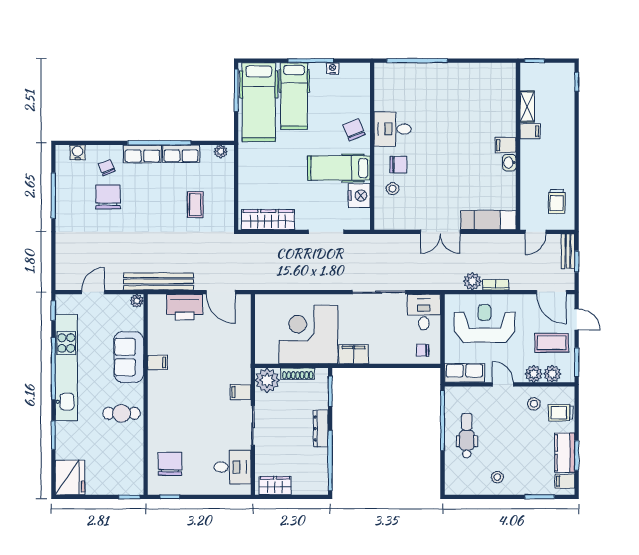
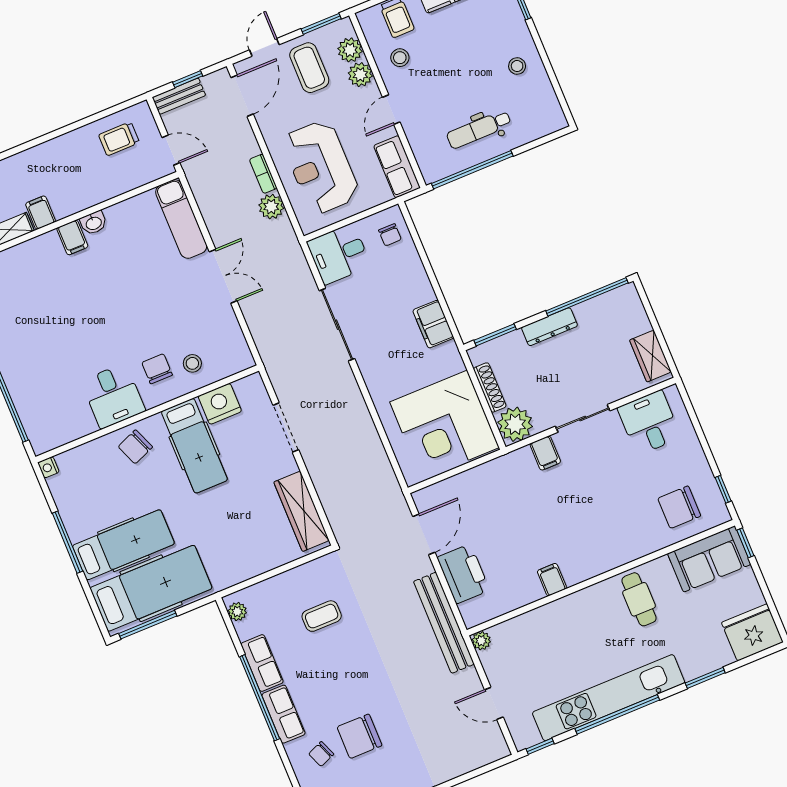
nightstand: (332, 68) -> (49, 467), moved
trolley: (557, 201) -> (119, 139), turned 180
corner desk: (308, 335) -> (444, 425), moved
sofa: (129, 357) -> (709, 559), moved

